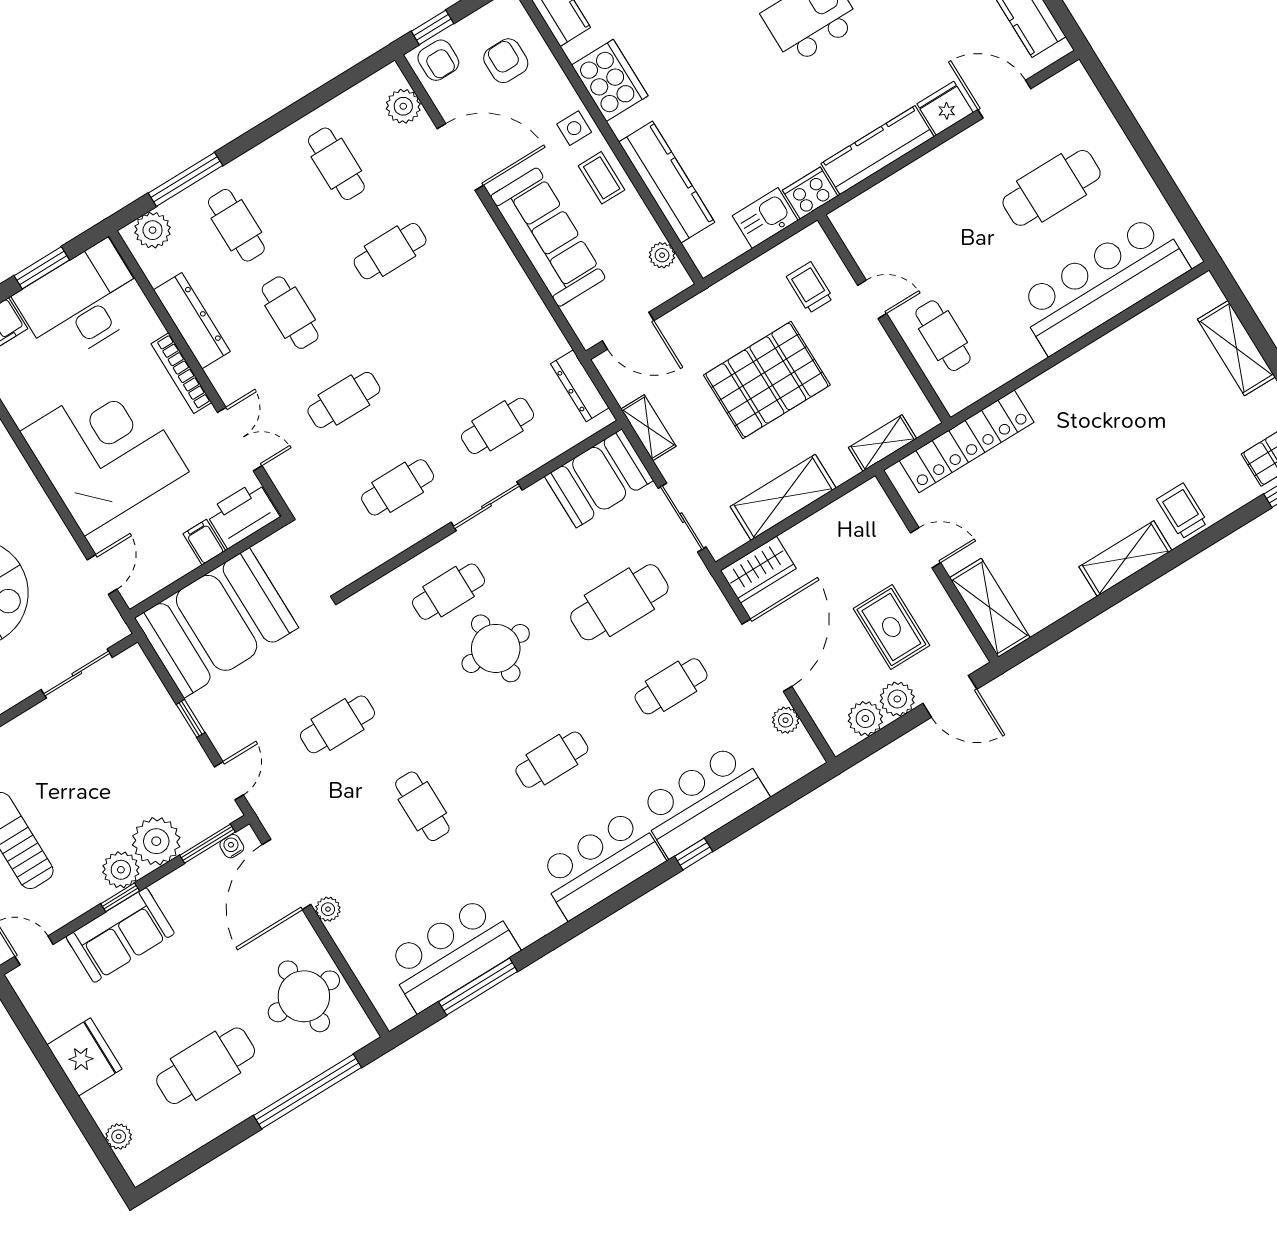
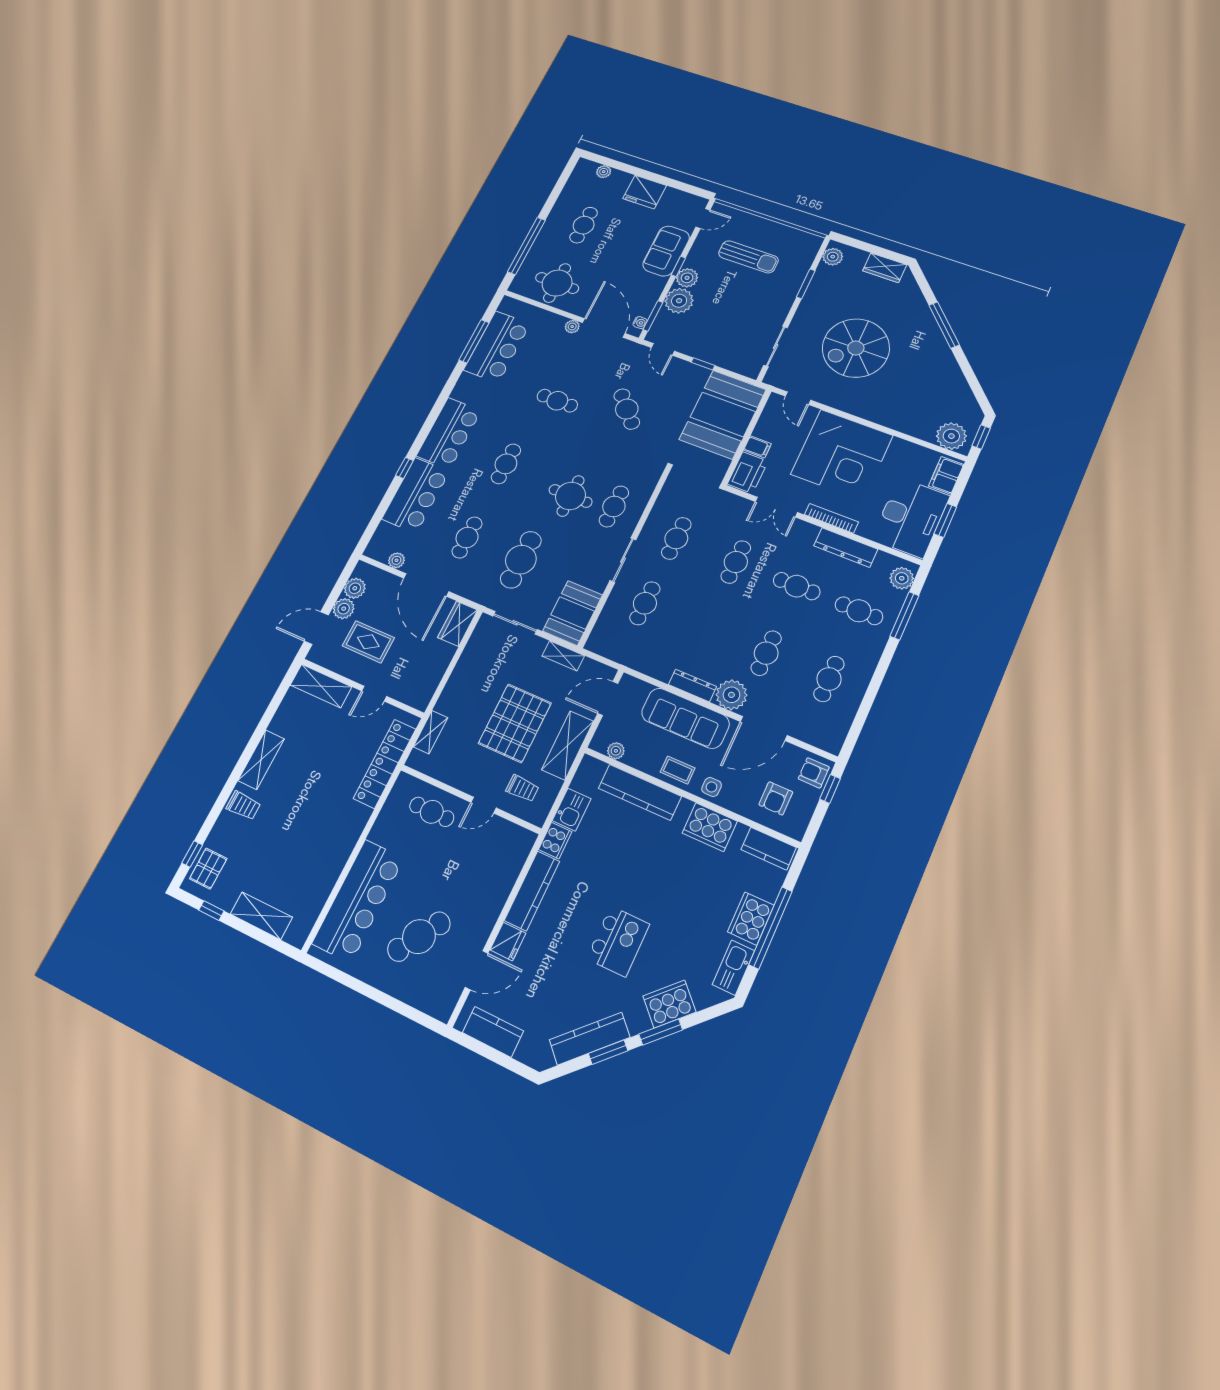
armchair: (506, 61) -> (776, 798), turned 90
plant: (403, 106) -> (731, 695), moved, width x1.36, depth x1.36
cafe table: (336, 164) -> (829, 679), turned 90
cafe table: (1052, 188) -> (419, 937), turned 33
dresser: (580, 386) -> (692, 685), moved
shelving: (783, 497) -> (568, 745), moved
cafe table: (338, 724) -> (627, 409), turned -43
cafe table: (206, 1066) -> (584, 225), width x0.73, depth x0.74

